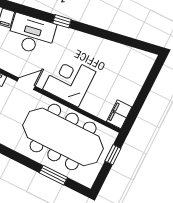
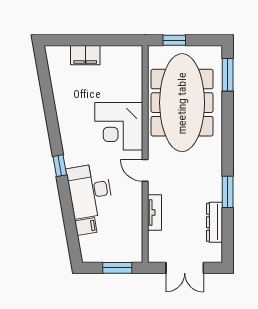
filing cabinet: (119, 114) -> (85, 55), moved
window: (53, 175) -> (228, 75), moved

